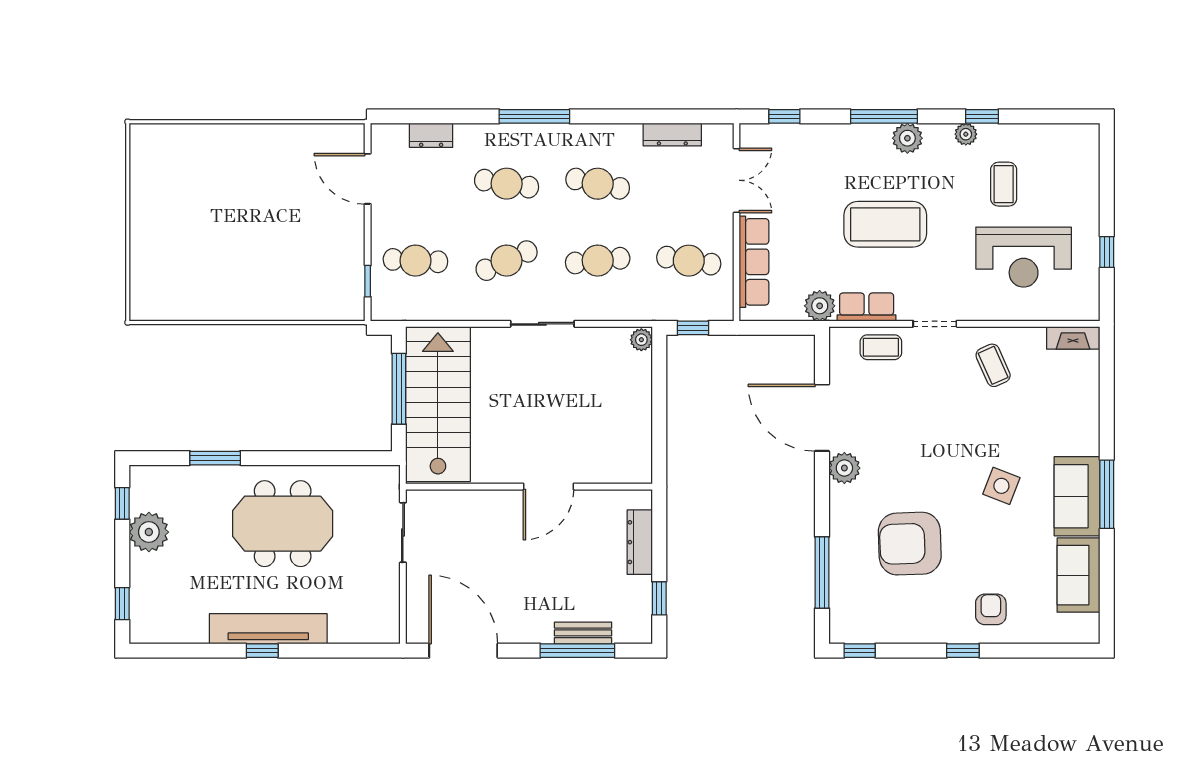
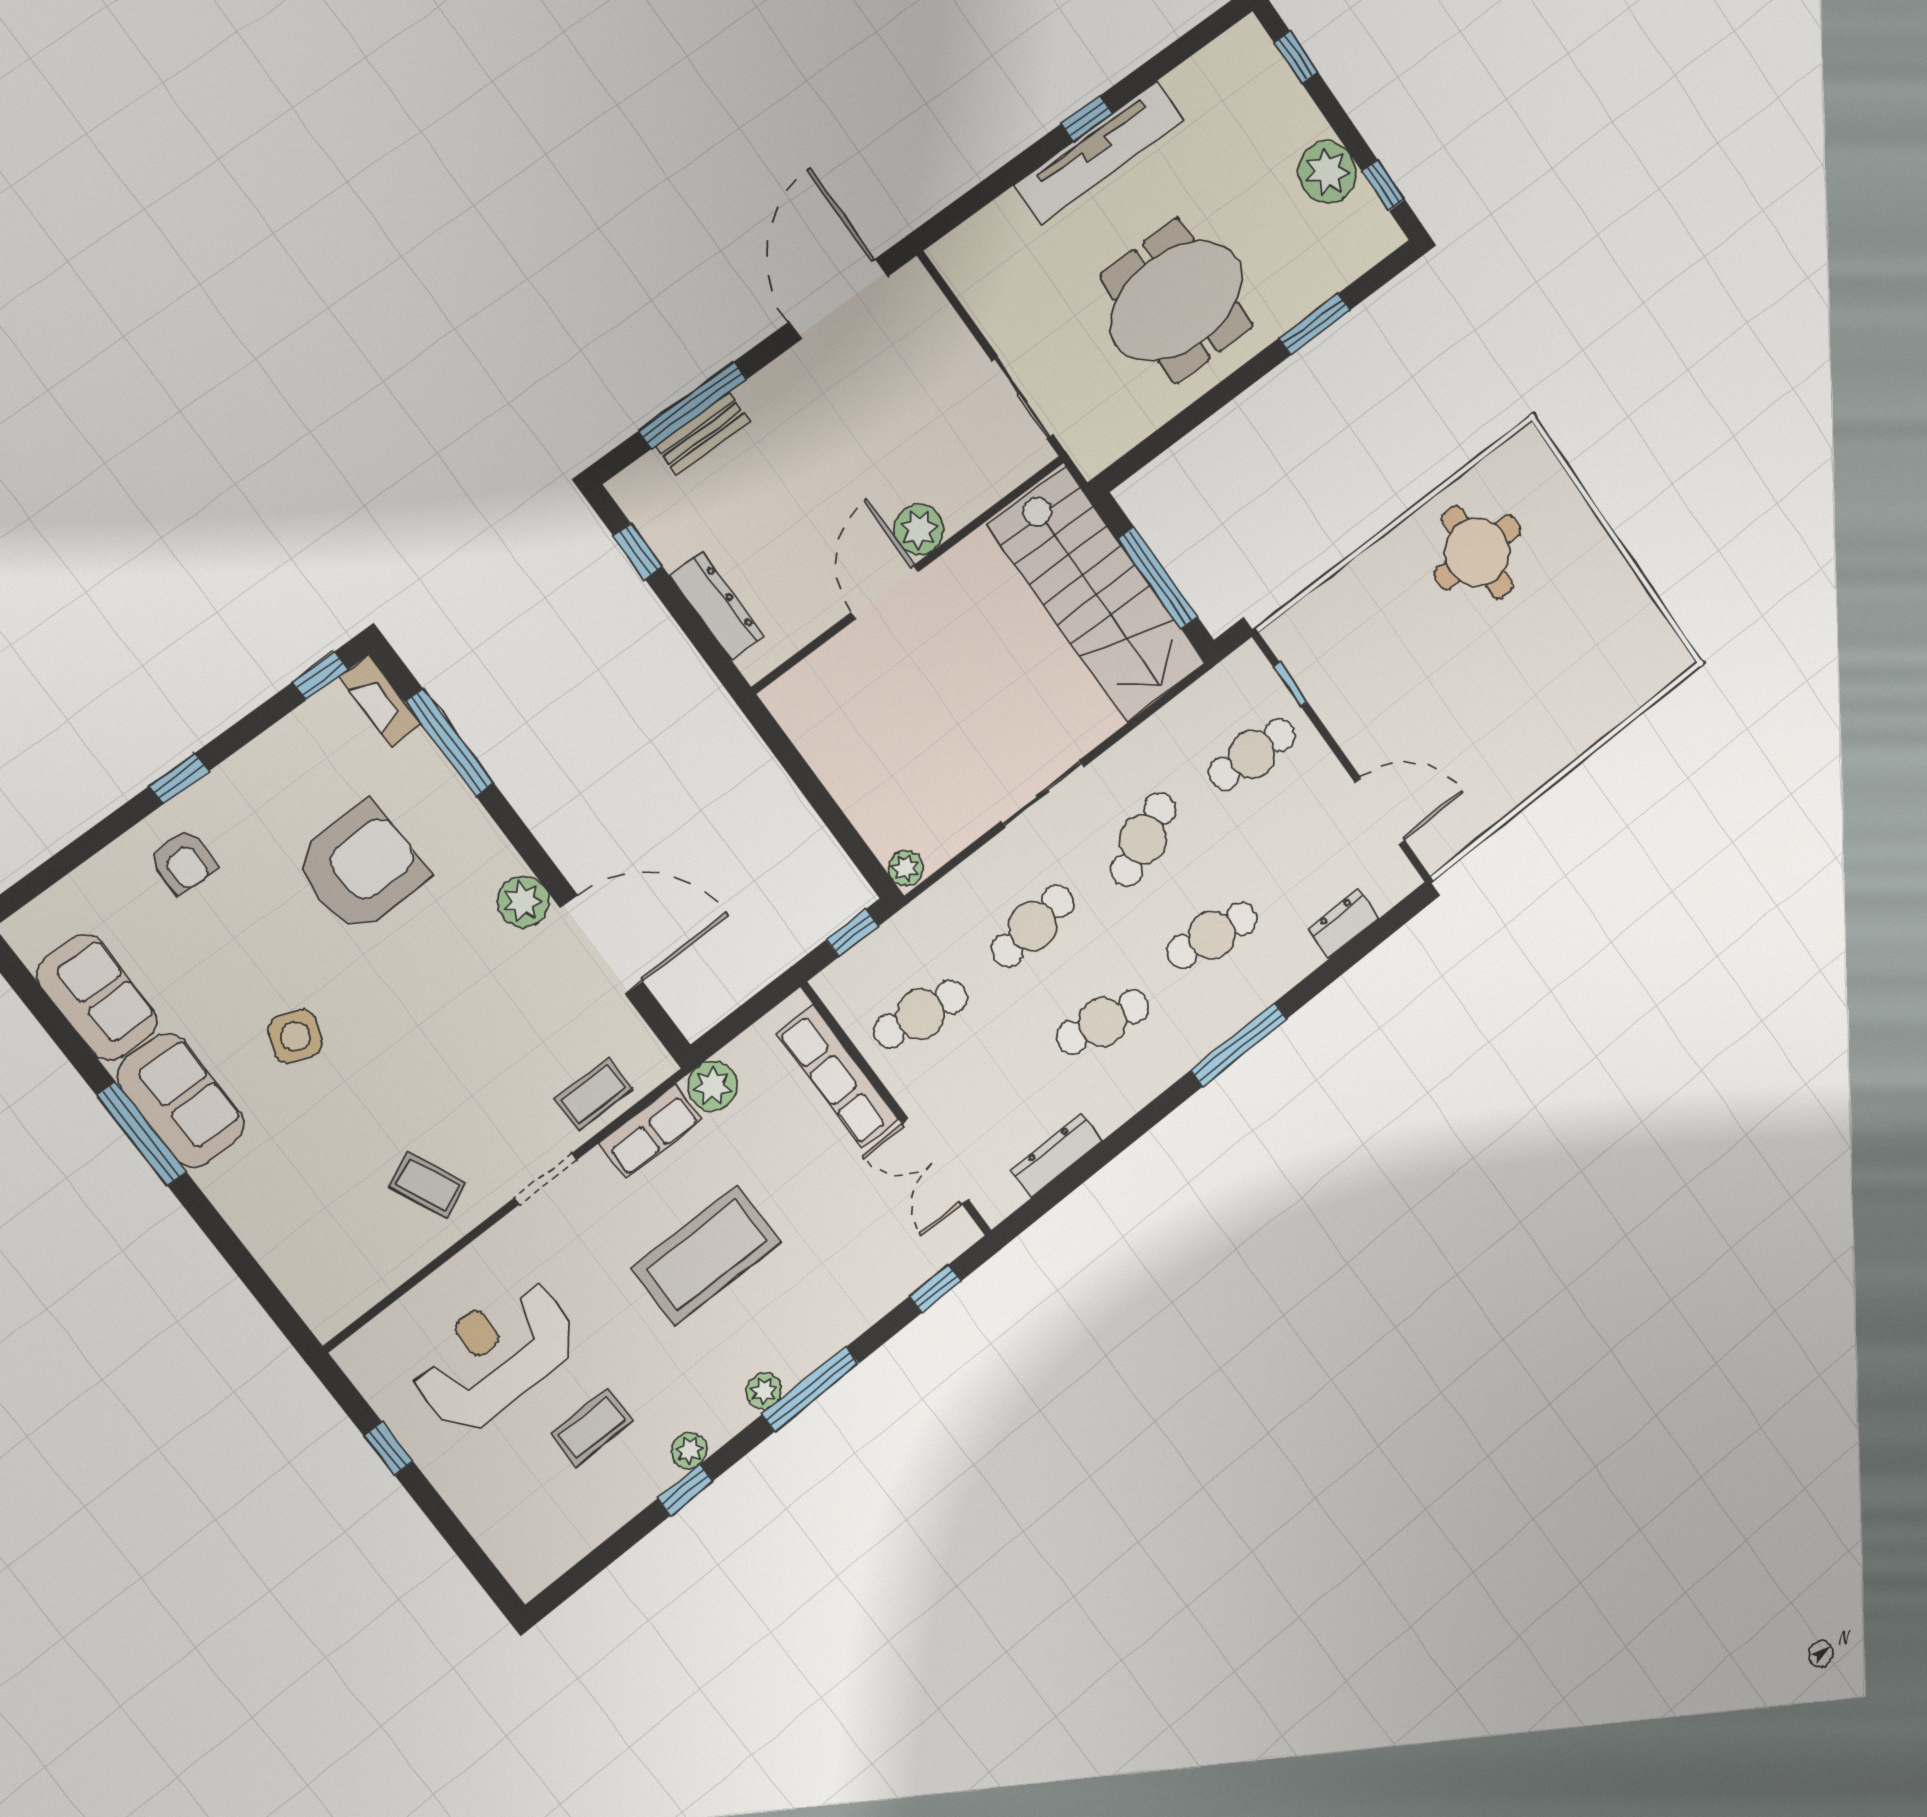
plant: (907, 138) -> (764, 1391), width x0.73, depth x0.73
coffee table: (1004, 184) -> (592, 1427), turned 90
round table: (212, 274) -> (1477, 552), added
fireplace: (1073, 338) -> (380, 701), moved, turned -90
plant: (507, 505) -> (919, 529), added
door: (463, 651) -> (838, 299), swing flipped

